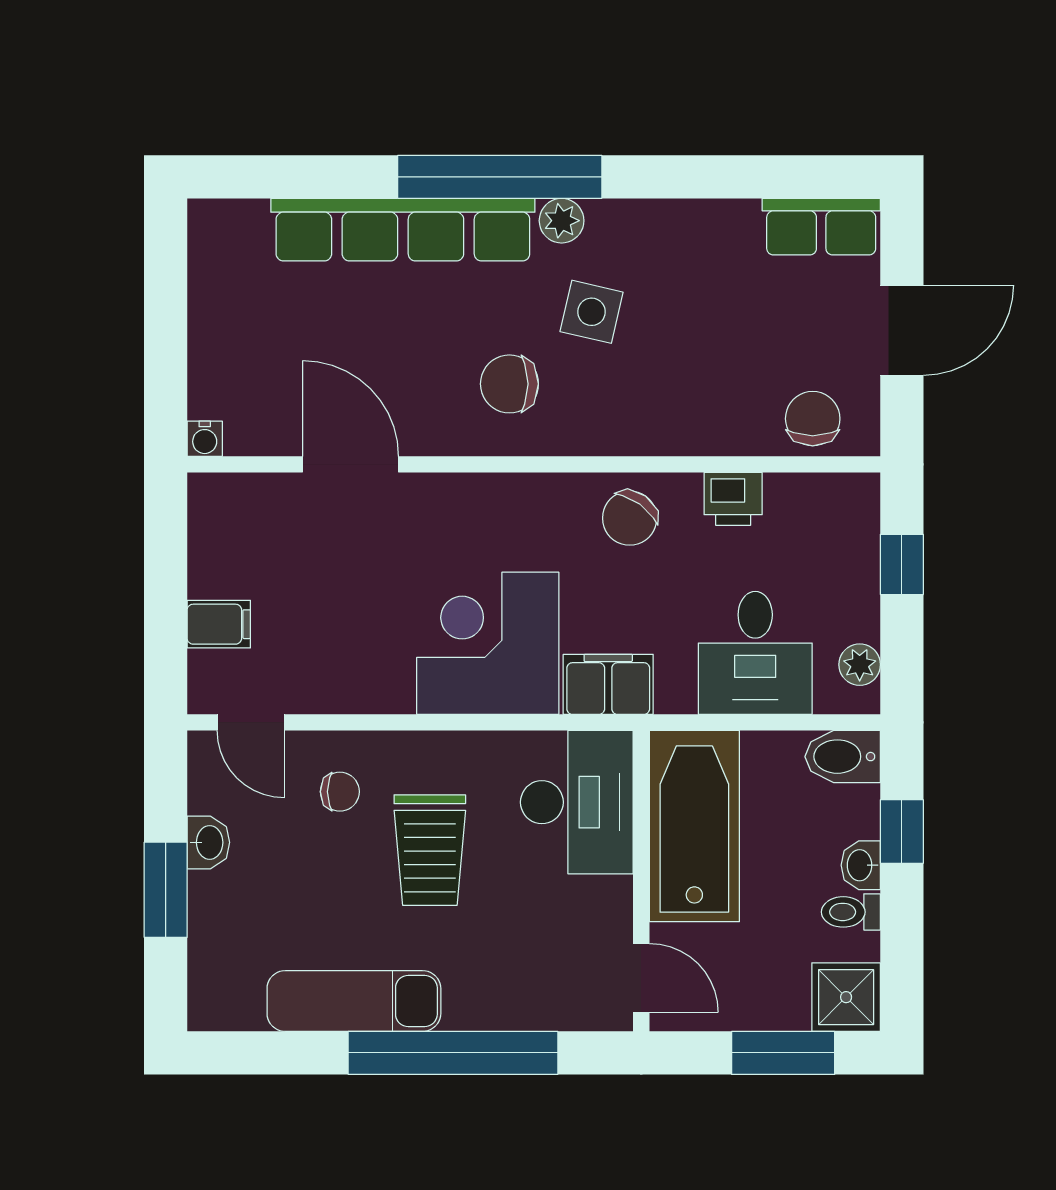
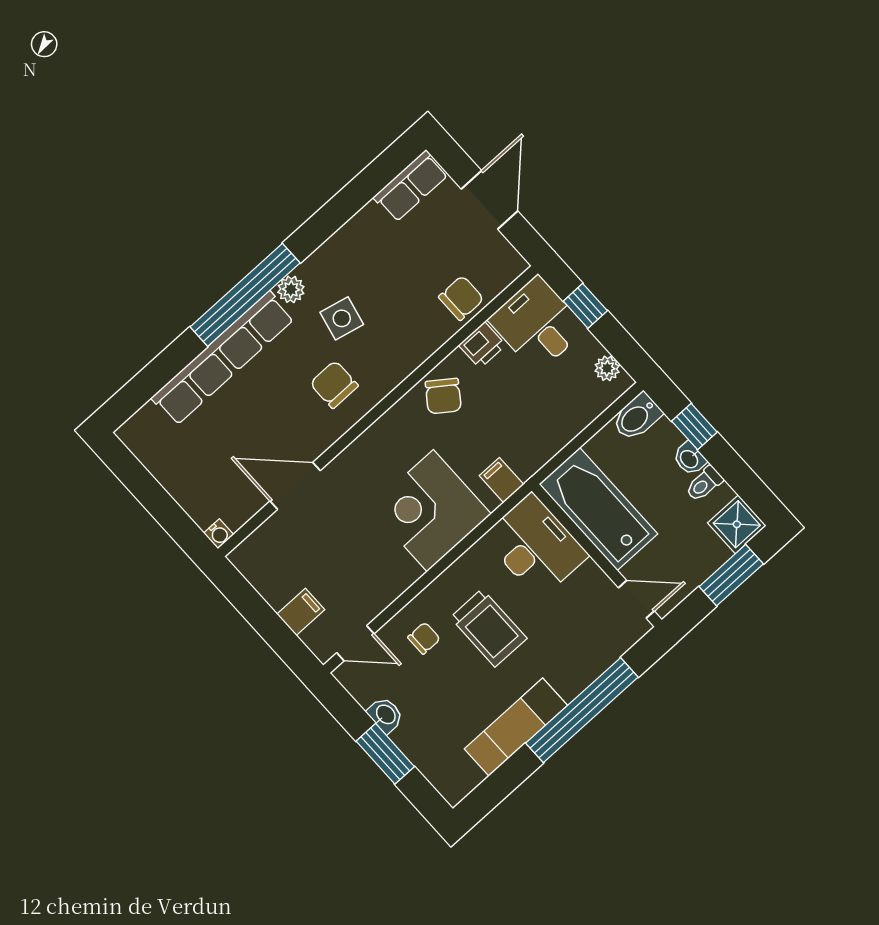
chair: (509, 384) -> (334, 385), turned 90
chair: (813, 419) -> (461, 298), moved, turned 90
desk: (755, 653) -> (537, 324), moved, turned 180
filing cabinet: (608, 684) -> (501, 480), width x0.50

